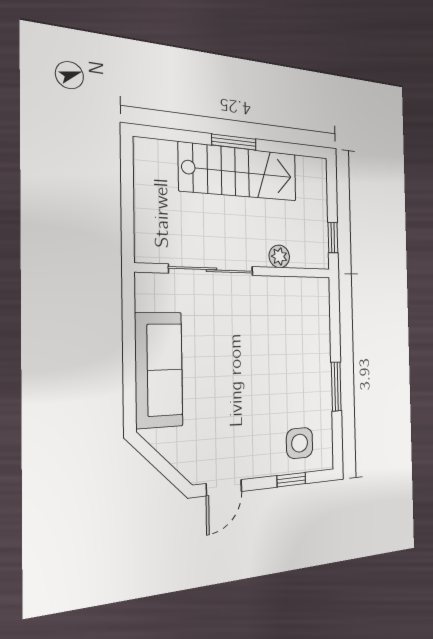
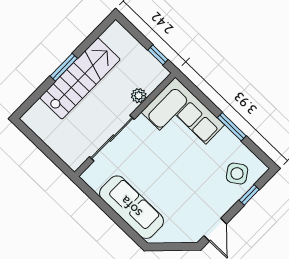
corner sofa: (299, 328) -> (183, 119), added
side table: (300, 443) -> (237, 174), turned -34

